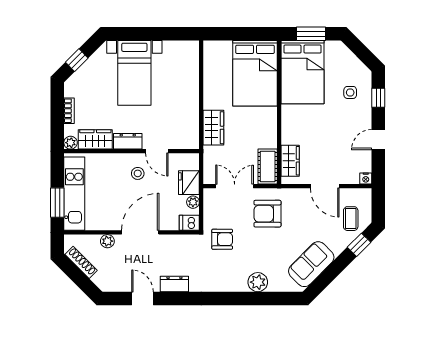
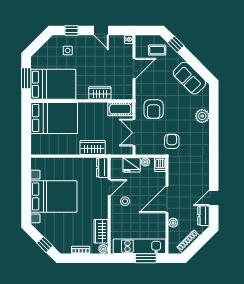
bed with nightstands: (134, 73) -> (54, 197), width x1.36
dresser: (128, 141) -> (102, 168), moved
wardrobe: (290, 161) -> (100, 93), moved
door: (140, 232) -> (167, 199), hinge flipped
dresser: (174, 284) -> (203, 216), moved

